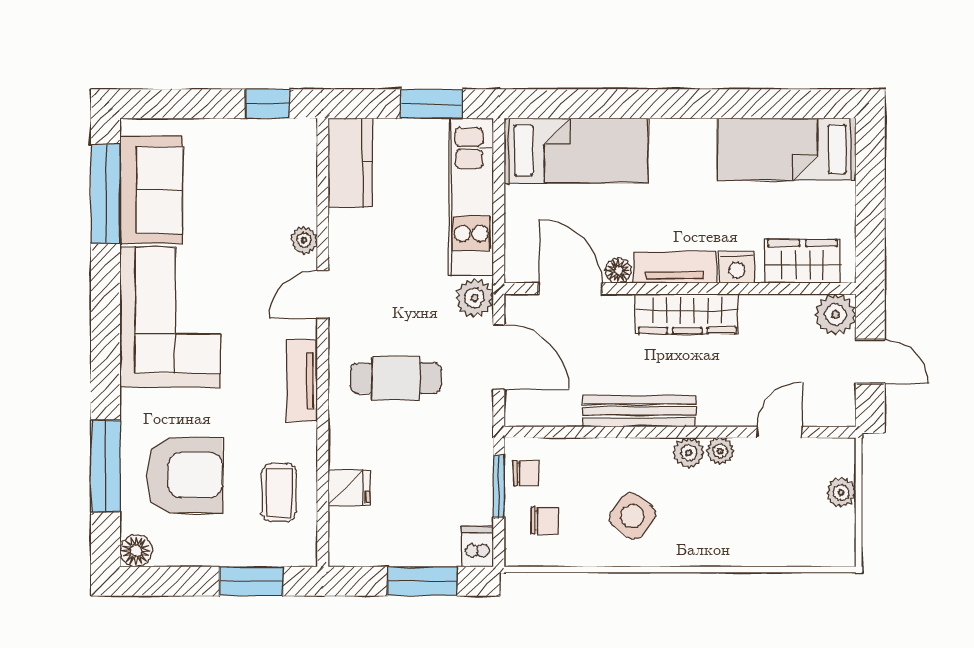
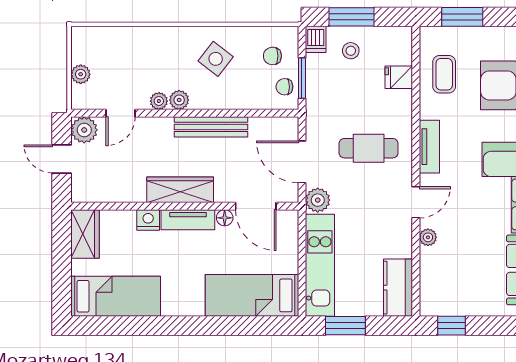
wardrobe: (803, 261) -> (85, 234), moved, turned -90
plant: (835, 314) -> (84, 130), moved
stool: (423, 529) -> (351, 51), added

